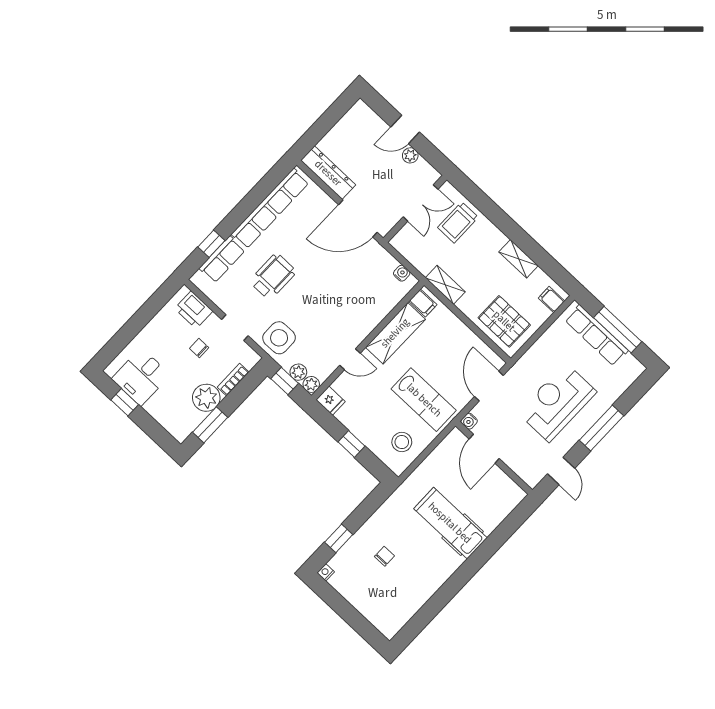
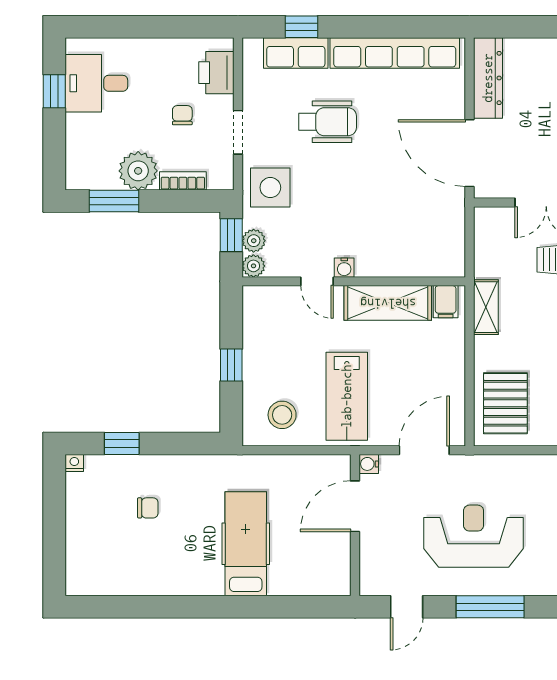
water cooler: (402, 273) -> (344, 268), moved, turned 90
fridge: (331, 401) -> (256, 302), removed

